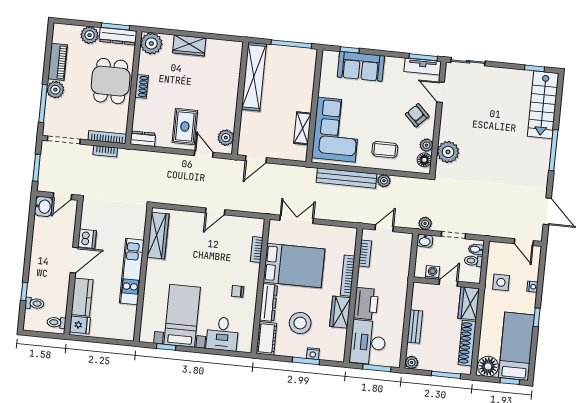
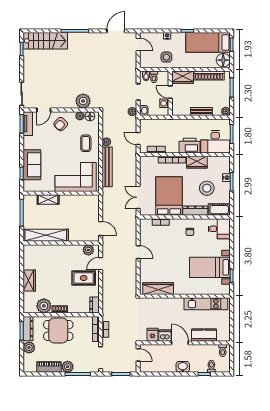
plant: (151, 43) -> (44, 306), moved
shelving: (303, 128) -> (48, 200), moved
washbasin: (43, 206) -> (183, 367), moved
door: (524, 242) -> (138, 45), hinge flipped
kitchen unit: (132, 272) -> (206, 304), moved
fridge: (80, 325) -> (152, 335), moved
desk: (222, 334) -> (219, 229), moved

